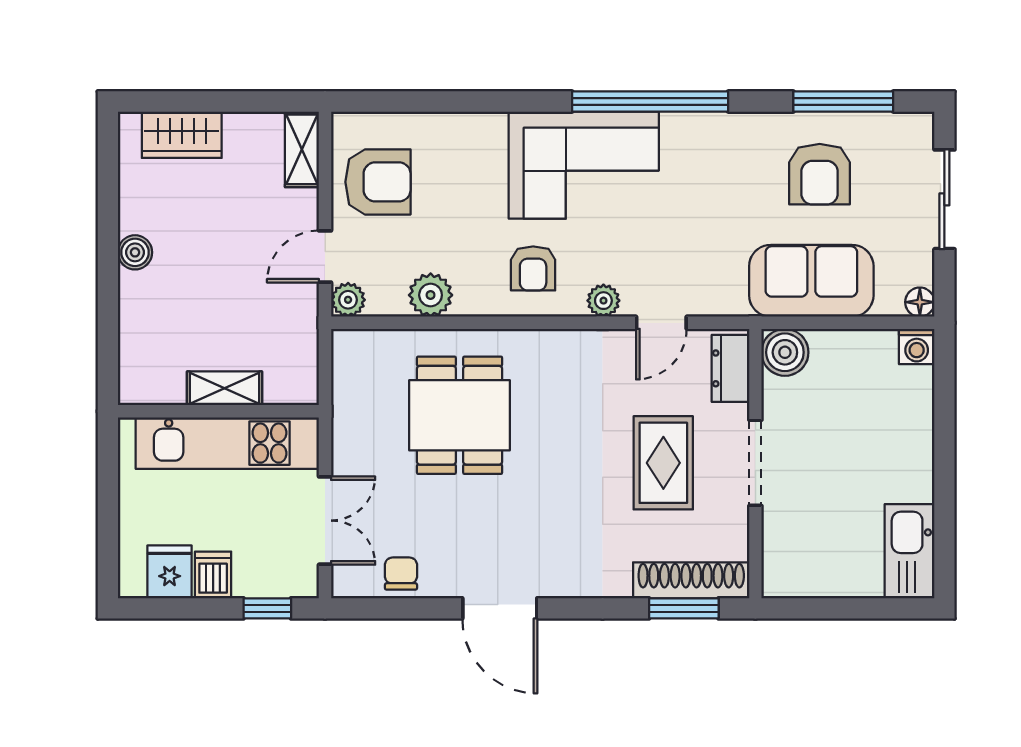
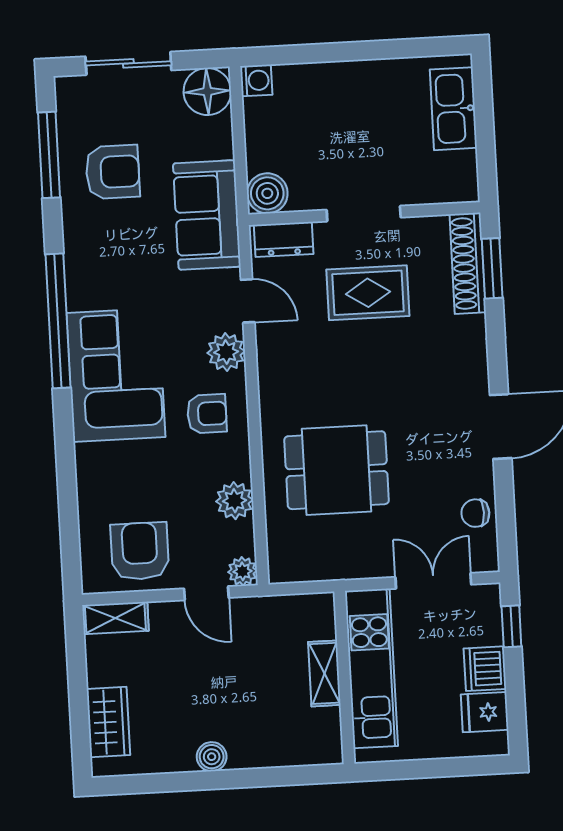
sofa: (811, 281) -> (207, 215), moved
plant: (603, 301) -> (226, 352), width x1.38, depth x1.38
floor lamp: (920, 302) -> (207, 92), width x1.89, depth x1.89
kitchen sink: (910, 551) -> (453, 109), moved, turned 90
dishwasher: (213, 575) -> (485, 669), width x1.38

